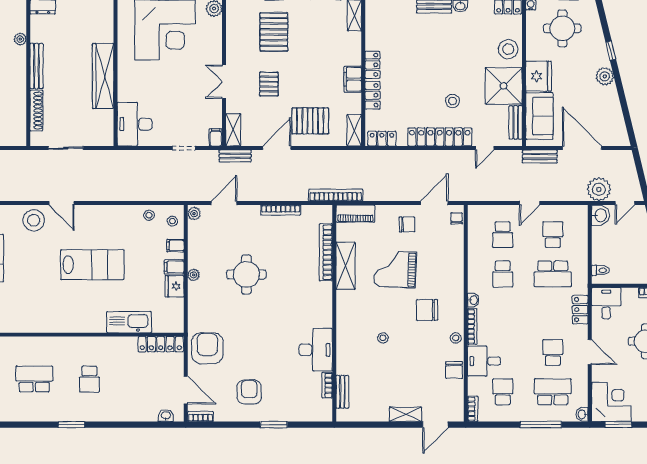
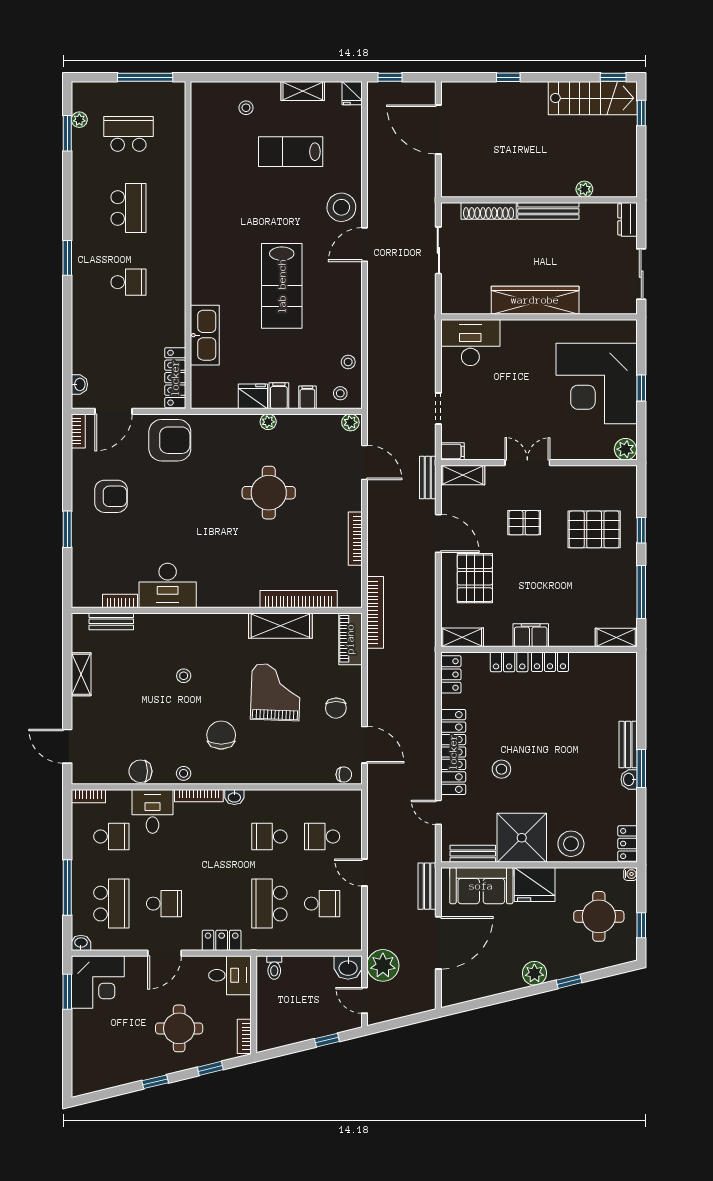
school desk: (89, 379) -> (128, 282), turned 180
shelving: (405, 414) -> (81, 674), moved

